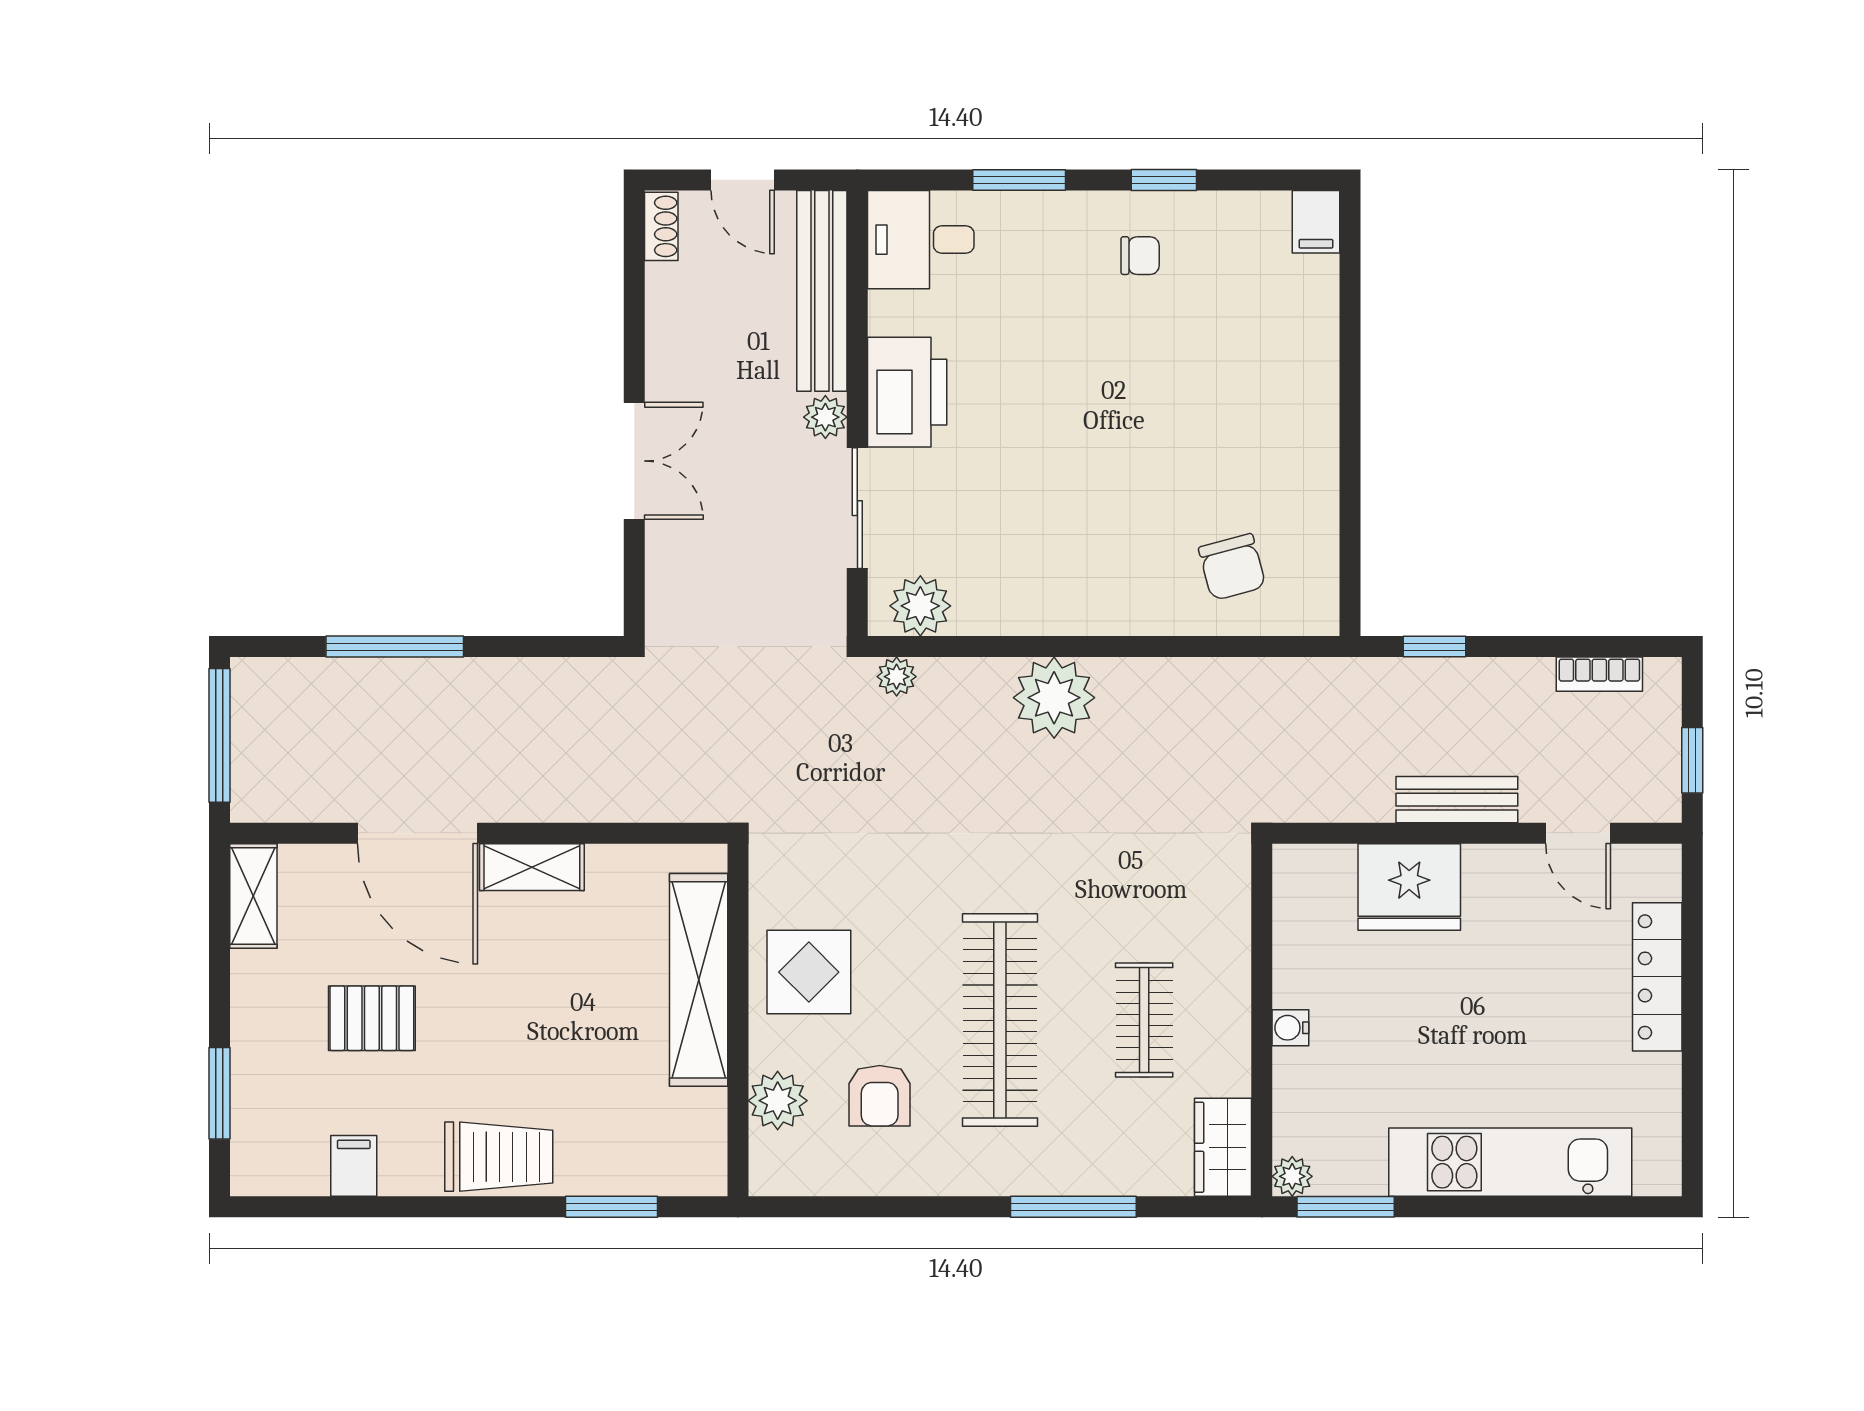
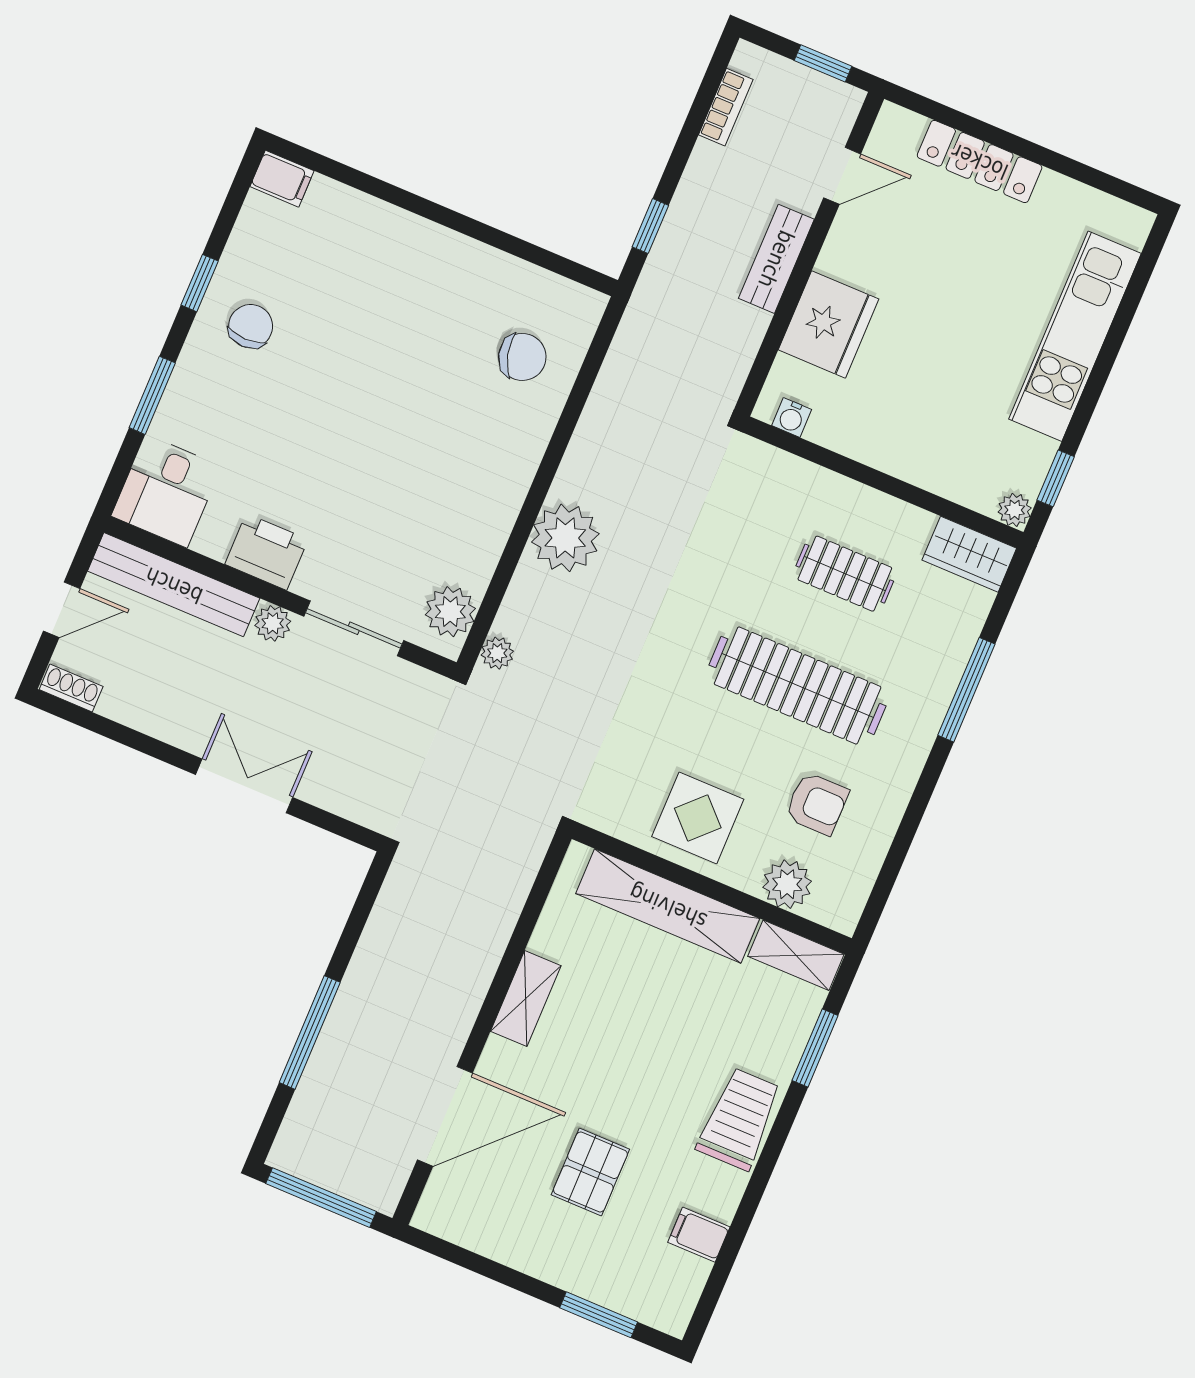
chair: (1140, 256) -> (251, 326), width x1.37, depth x1.37
printer: (907, 392) -> (266, 552), width x0.73, depth x0.84
door: (417, 833) -> (445, 1116), moved
shelving: (253, 896) -> (796, 955), moved
water cooler: (1290, 1028) -> (792, 417), moved
window: (1346, 1207) -> (1056, 478), width x0.67

